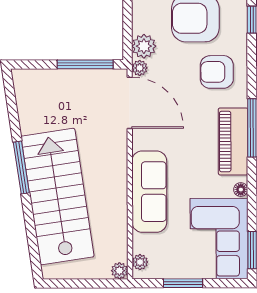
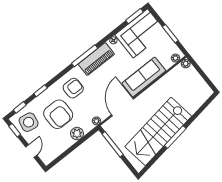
plant: (144, 46) -> (77, 134), moved
armchair: (217, 72) -> (73, 88), turned -90
door: (130, 103) -> (122, 107), moved
stairs: (57, 196) -> (158, 131), moved

